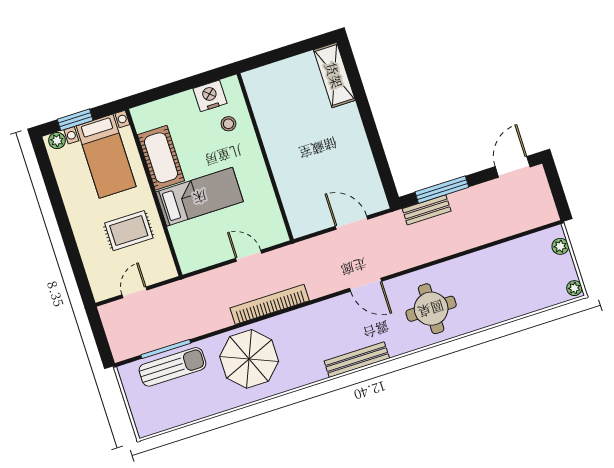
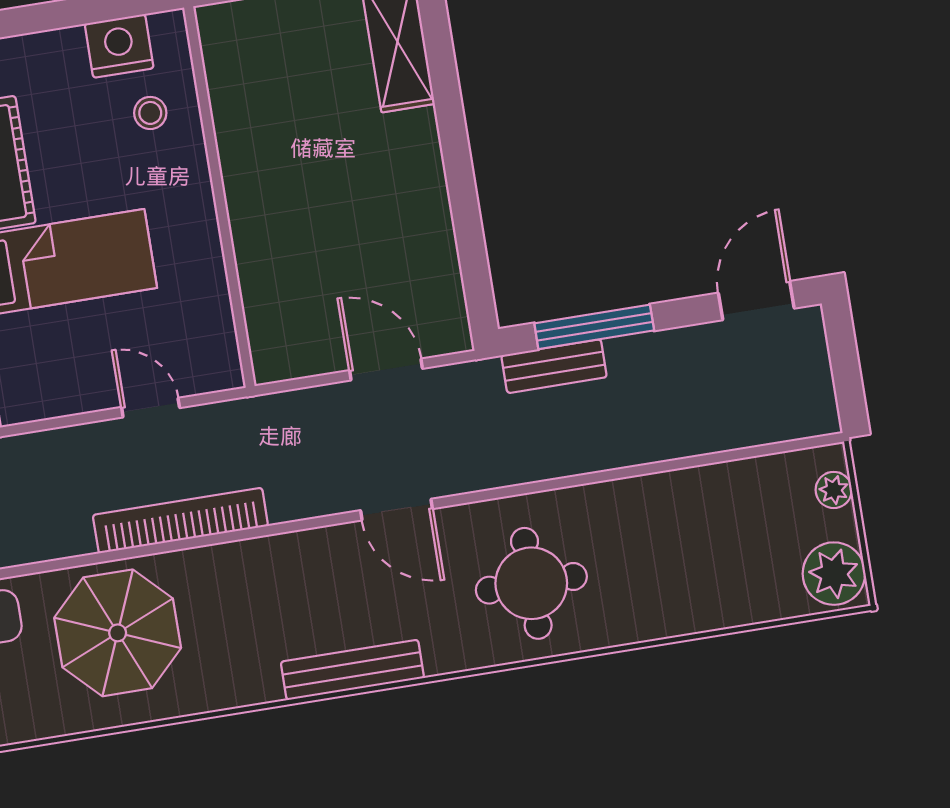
plant: (574, 288) -> (834, 574), width x1.88, depth x1.88

